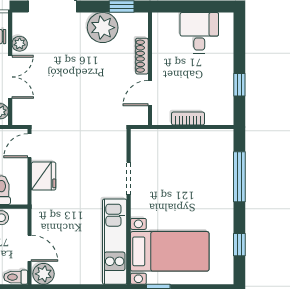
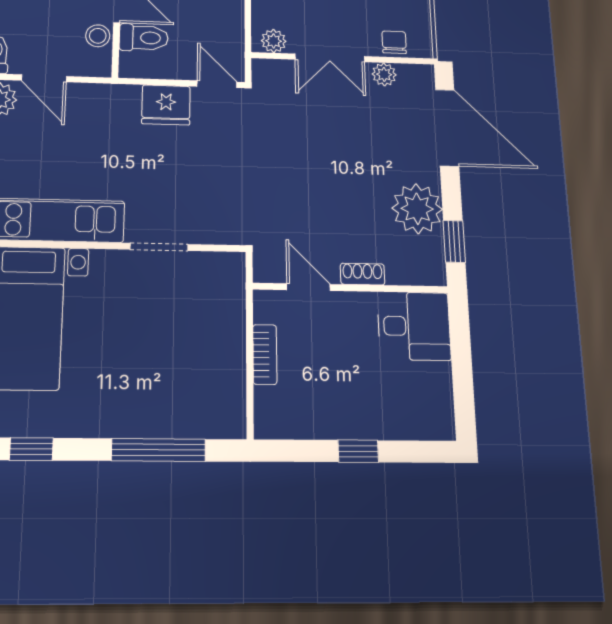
desk: (199, 33) -> (414, 326), moved
shoe rack: (142, 56) -> (362, 274), width x0.70
window: (239, 85) -> (358, 451), moved
door: (30, 248) -> (44, 78), hinge flipped

